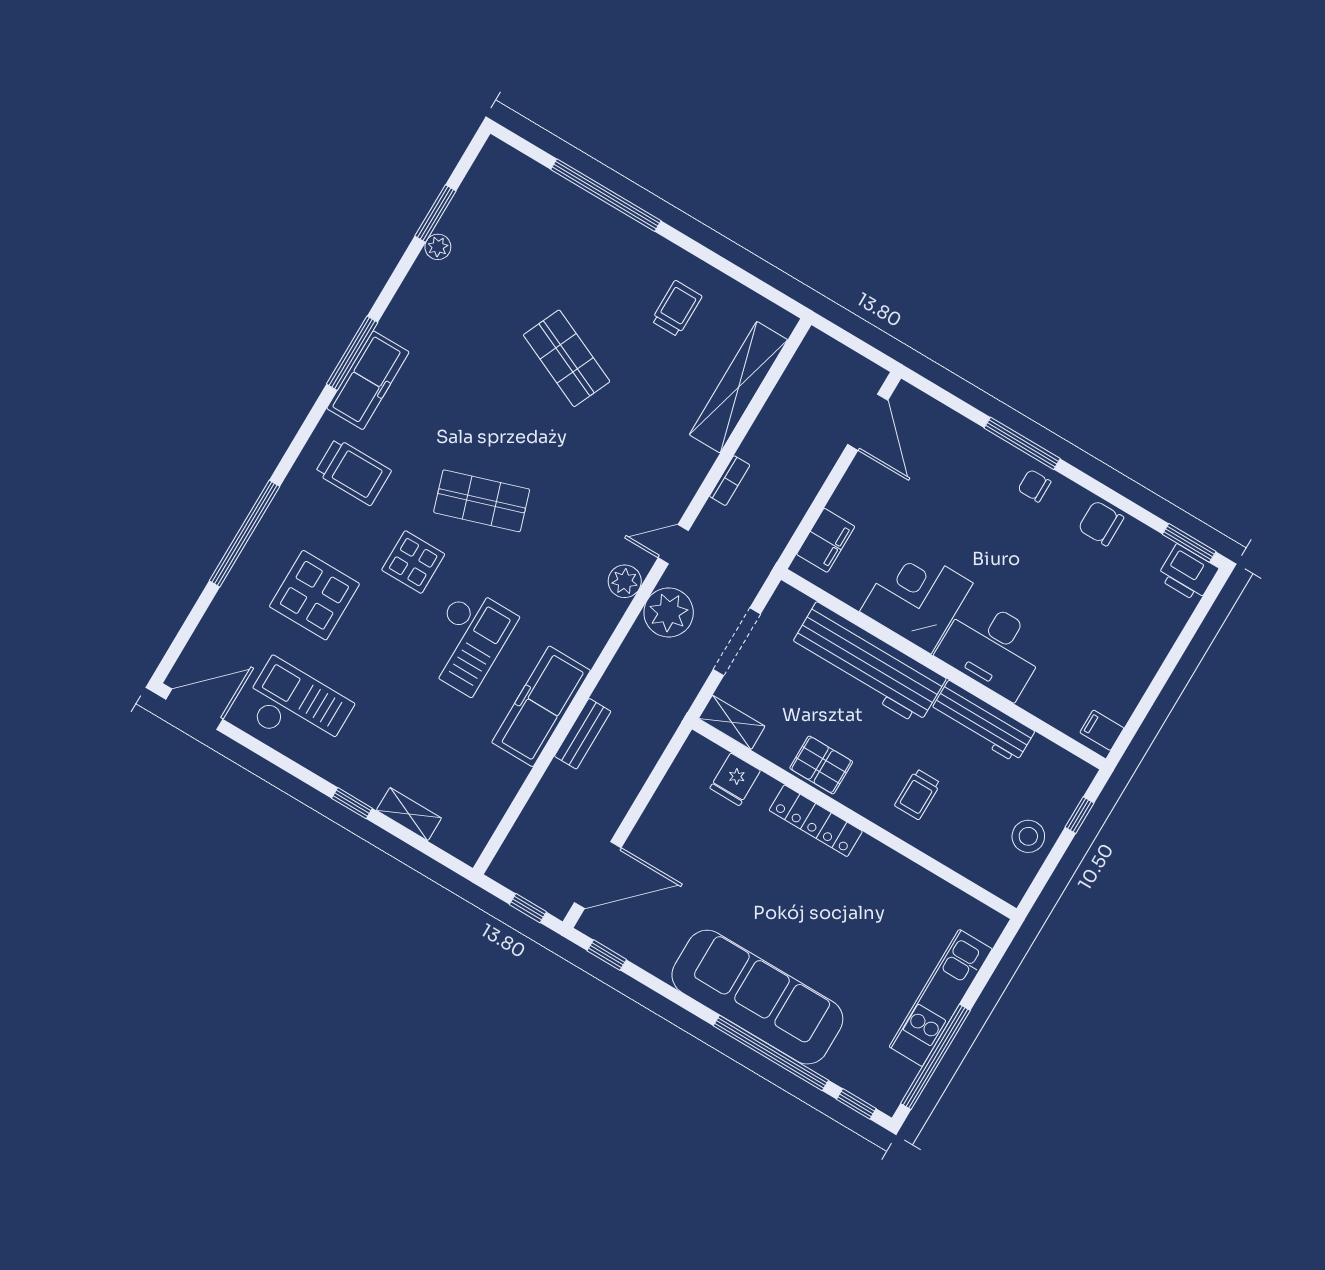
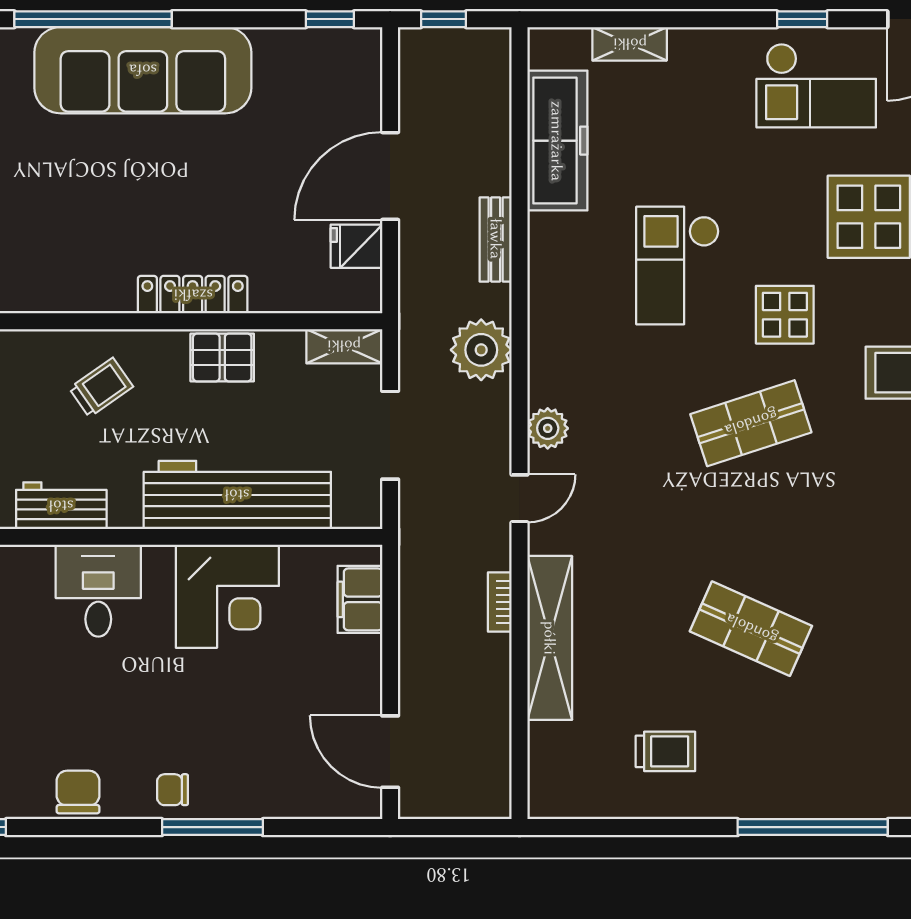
trolley: (677, 308) -> (665, 751), turned -90
shelving: (738, 387) -> (550, 638), moved
chair: (1034, 486) -> (173, 790), turned 180
chair: (1101, 523) -> (78, 792), turned -90
plant: (669, 612) -> (481, 350), moved
desk: (993, 648) -> (98, 591), width x0.73
freezer: (541, 706) -> (557, 141), moved
workbench: (982, 722) -> (61, 506), width x0.73
fridge: (735, 779) -> (357, 246), moved, turned -90
trolley: (918, 794) -> (101, 387), turned 55
window: (352, 803) -> (802, 19), moved
door: (598, 875) -> (390, 176), moved

